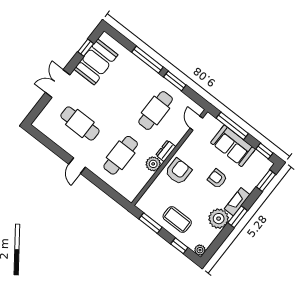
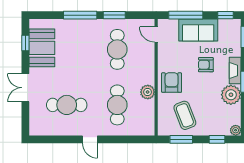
dresser: (166, 151) -> (149, 74), removed
coffee table: (177, 220) -> (185, 115), moved, turned 69

